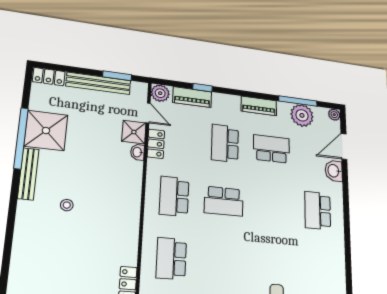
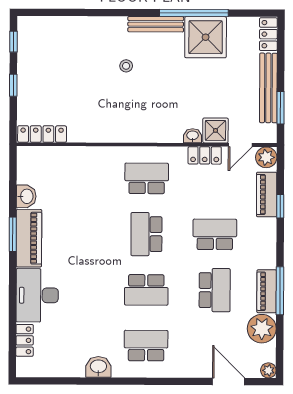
window: (298, 101) -> (280, 291), moved
piano: (259, 106) -> (267, 291), moved
washbasin: (334, 171) -> (98, 367), moved
school desk: (171, 259) -> (146, 290), moved, turned 180

